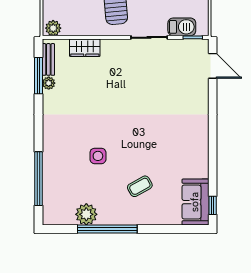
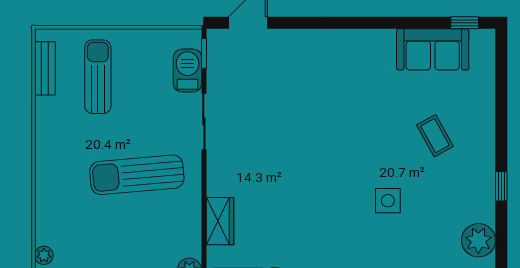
sofa: (195, 202) -> (433, 49), moved
plant: (86, 214) -> (478, 240), moved
window: (107, 229) -> (501, 186), width x0.32

